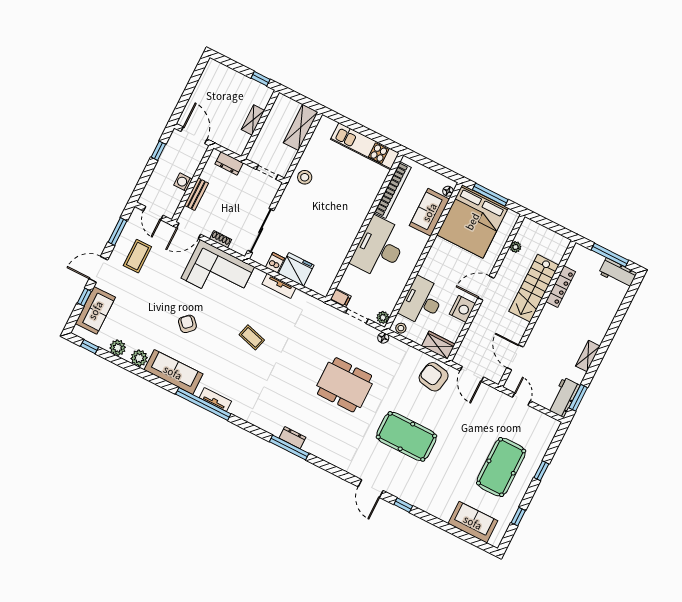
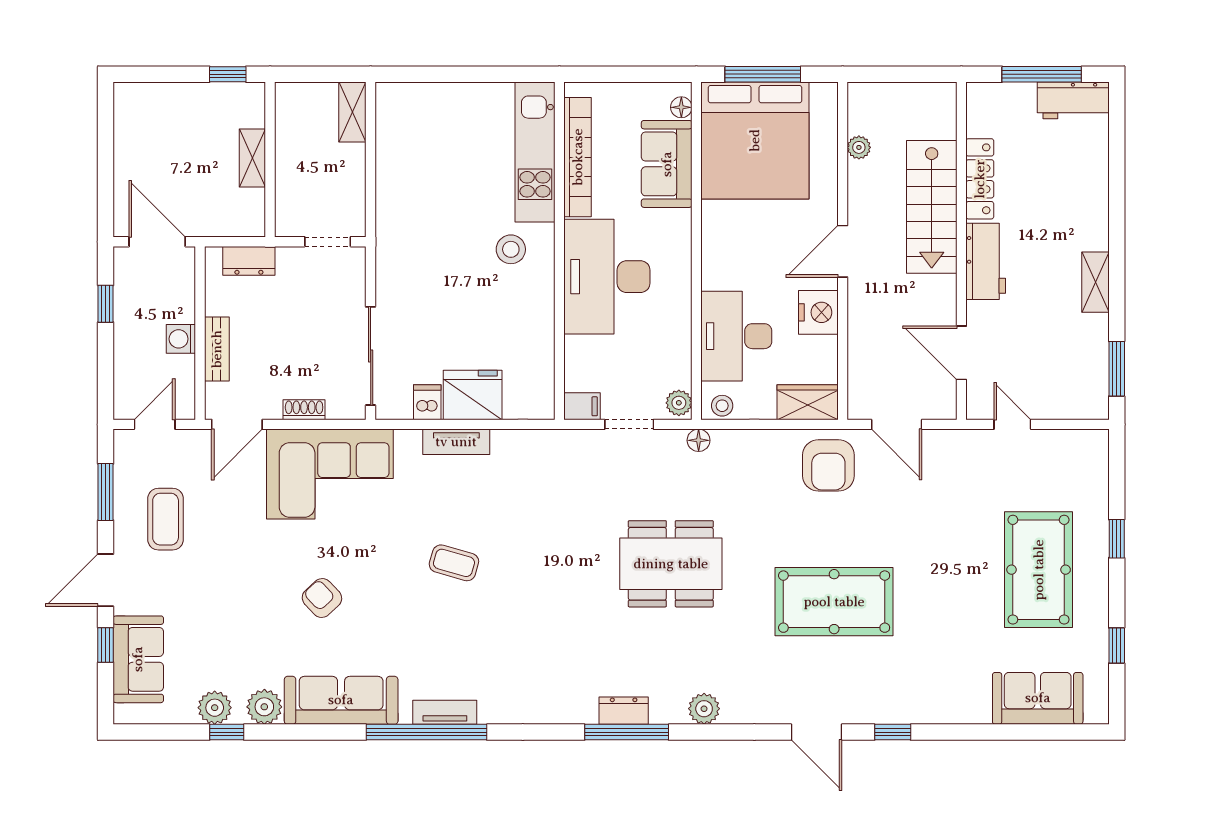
shelving: (301, 127) -> (352, 112), width x0.67, depth x0.75
kitchen unit: (365, 146) -> (535, 152), moved, turned 90
stool: (305, 177) -> (511, 249), moved
door: (153, 213) -> (155, 424), swing flipped
window: (89, 347) -> (227, 732), moved
armchair: (434, 377) -> (828, 465), turned -100
workbench: (564, 397) -> (986, 261), moved, turned 180
plant: (327, 454) -> (704, 709), added

